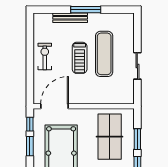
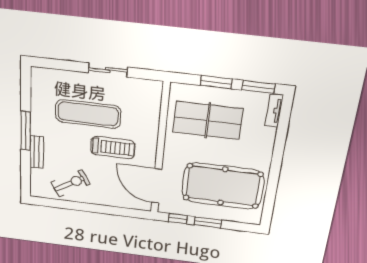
bench: (70, 18) -> (37, 152), width x0.73
exercise bike: (45, 57) -> (71, 183), moved, turned 149
treadmill: (80, 58) -> (113, 148), moved

